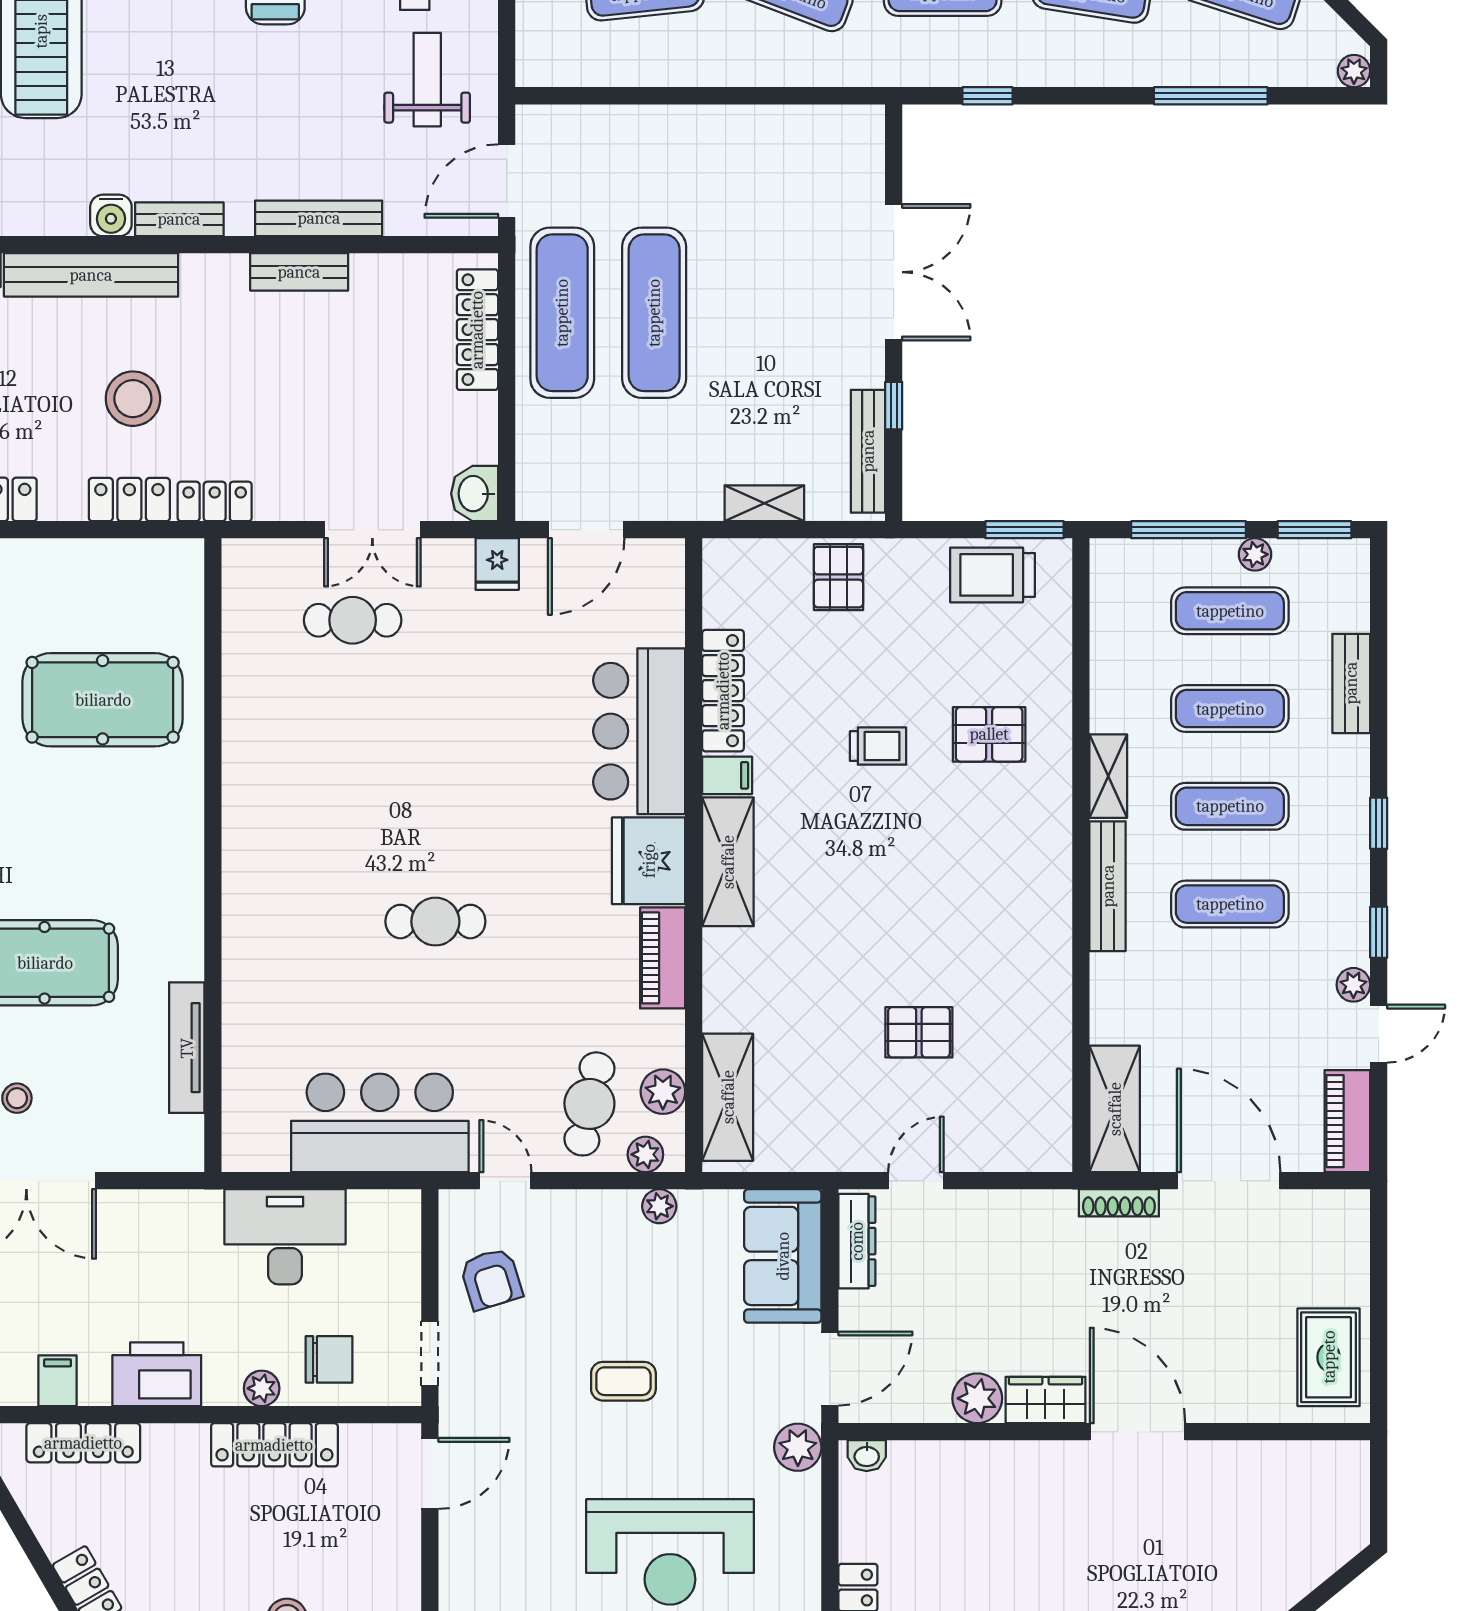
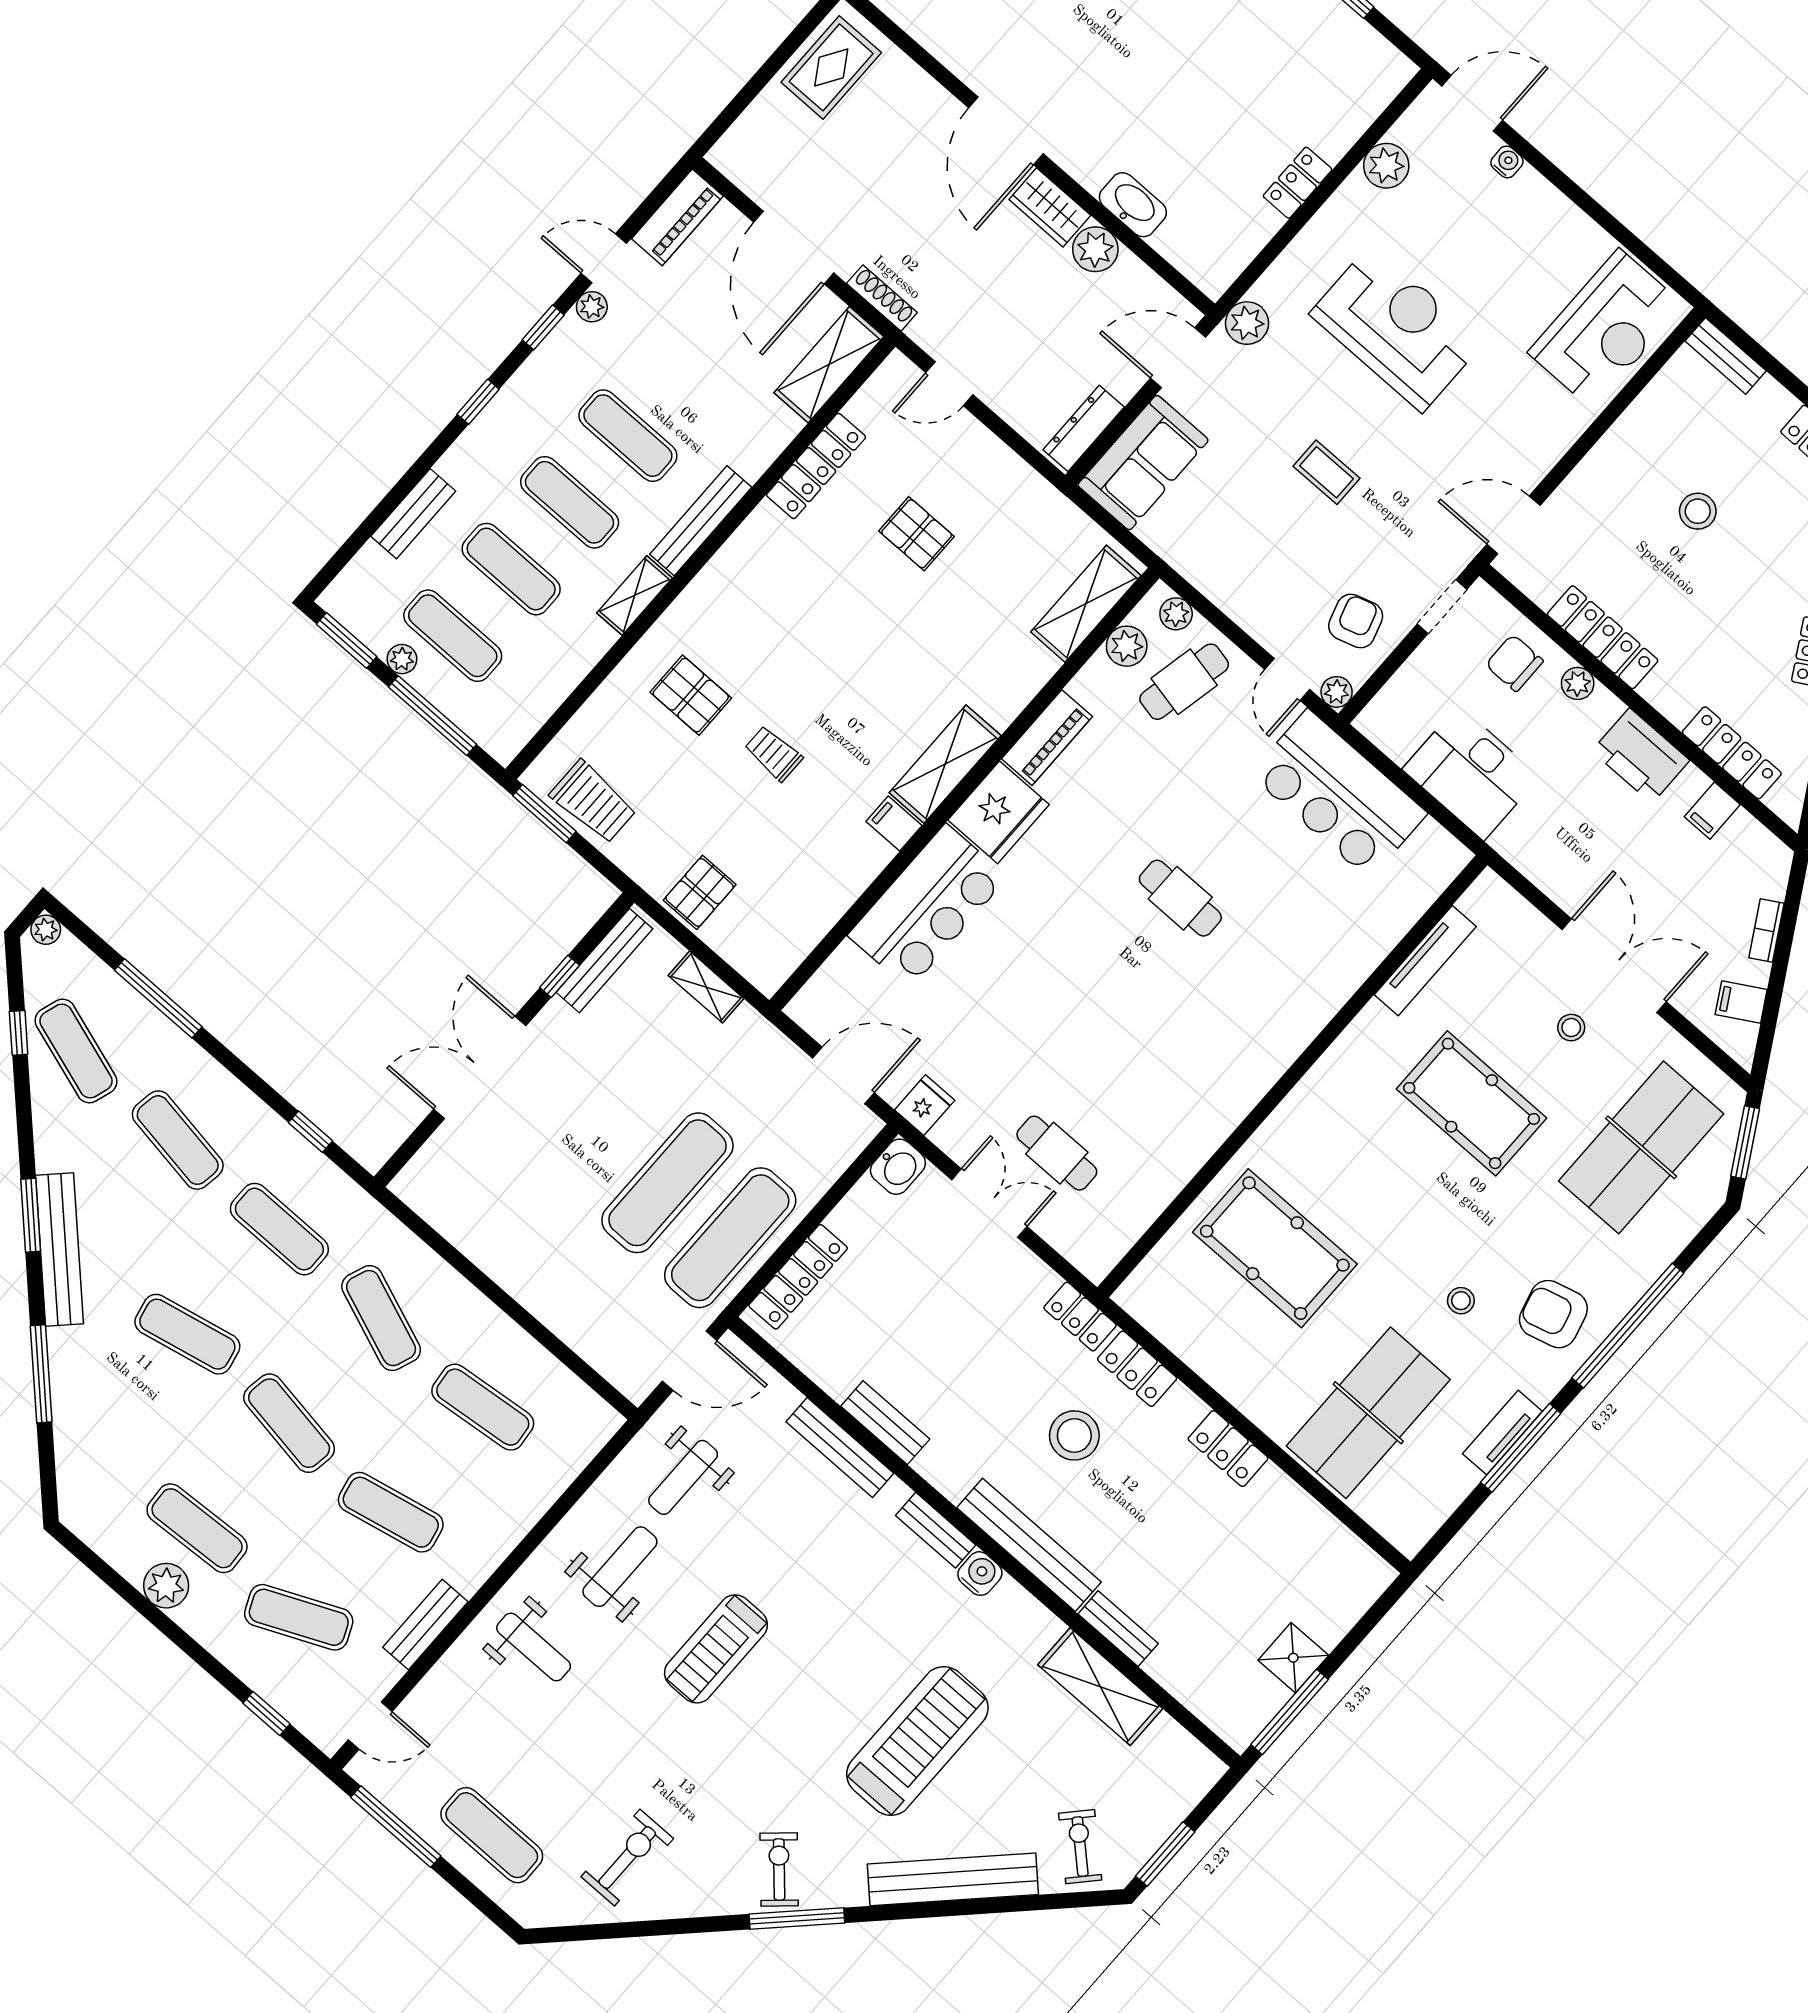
locker: (723, 691) -> (816, 466), moved, turned 180
door: (916, 1181) -> (949, 384), moved
plant: (659, 1206) -> (1337, 692), moved
washbasin: (867, 1456) -> (1133, 205), moved, width x1.91, depth x1.45

